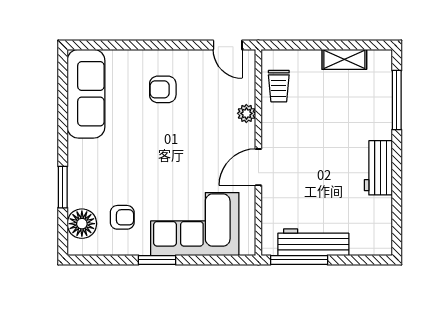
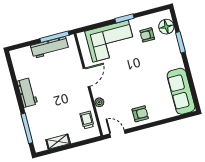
armchair: (163, 89) -> (140, 114), moved

